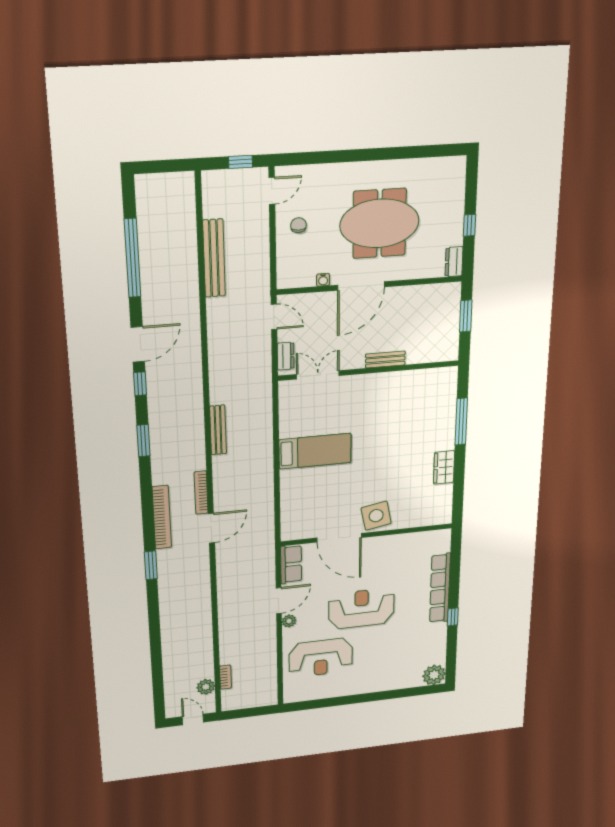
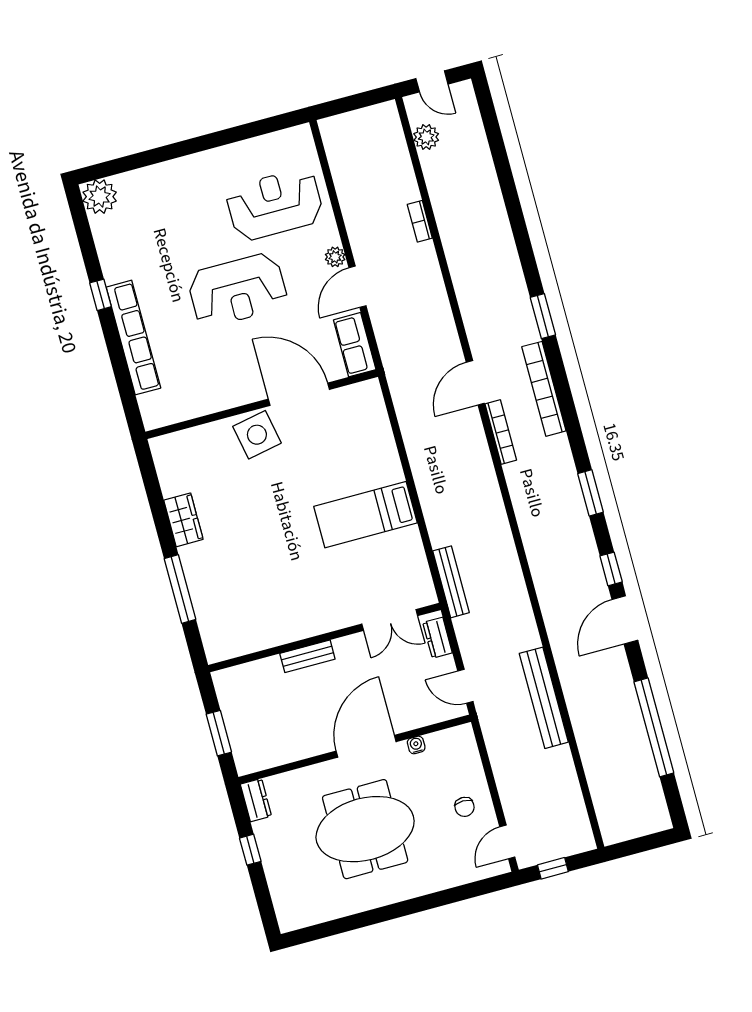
bench: (214, 258) -> (544, 698), moved
bench: (218, 430) -> (451, 582), moved
bookcase: (225, 677) -> (420, 221), moved

